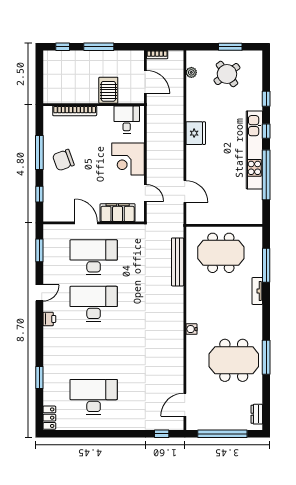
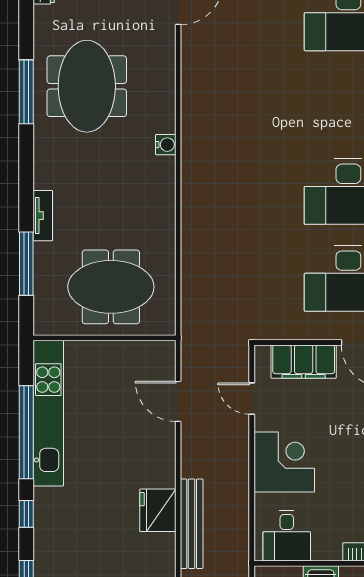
kitchen unit: (254, 150) -> (48, 413), moved
bench: (178, 262) -> (192, 524), moved
meeting table: (234, 360) -> (87, 86), turned 90

